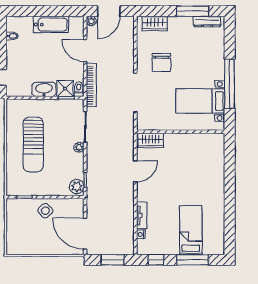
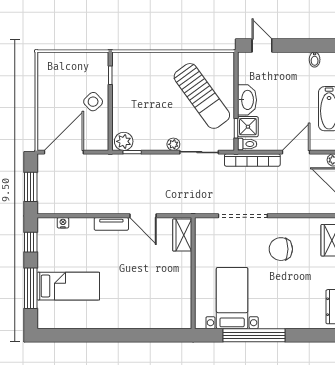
sun lounger: (33, 144) -> (202, 96), moved, turned -126
tv unit: (142, 215) -> (111, 224), moved

